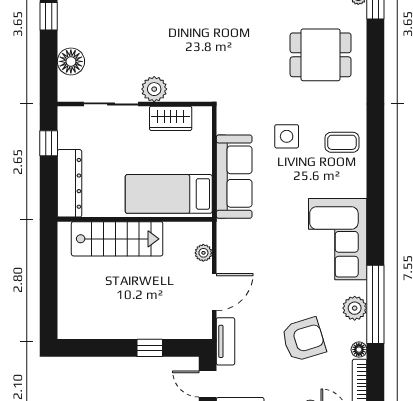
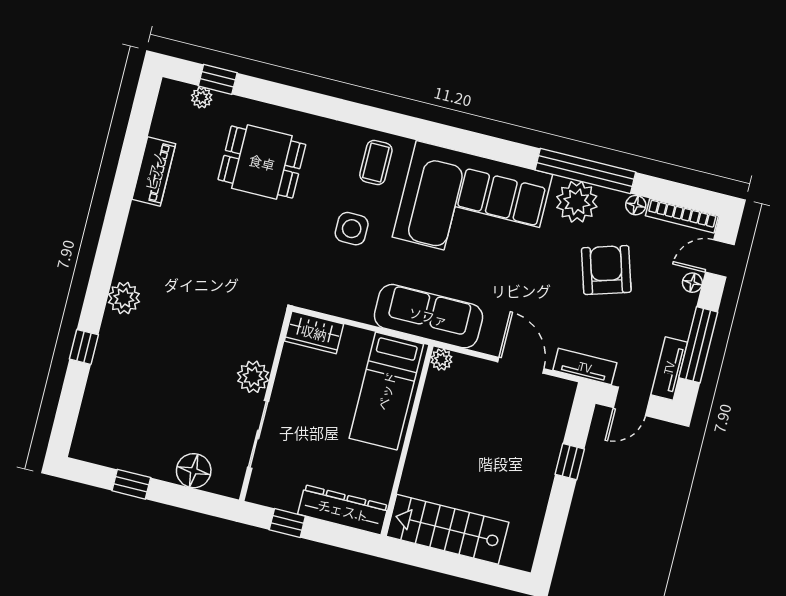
dining table: (321, 55) -> (262, 162), turned 90
wardrobe: (171, 118) -> (314, 332), moved, turned 90
sofa: (234, 177) -> (428, 316), moved
stairs: (117, 239) -> (447, 529), moved, turned -90
corner sofa: (338, 239) -> (472, 206), width x1.36, depth x1.36
plant: (203, 253) -> (441, 359), moved
plant: (355, 308) -> (577, 202), width x1.36, depth x1.36

